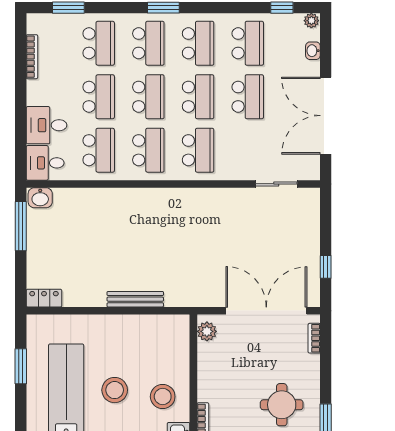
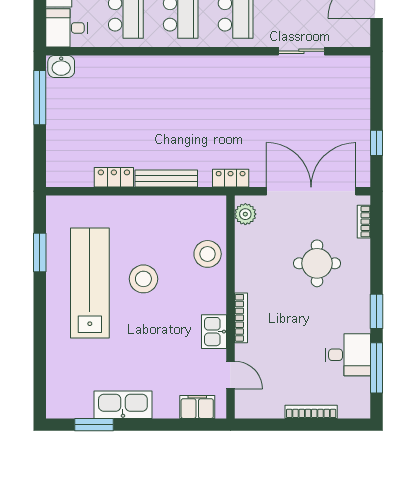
sliding door: (276, 184) -> (301, 51), moved
locker: (44, 298) -> (114, 177), moved
locker: (194, 299) -> (231, 178), added
stool: (163, 397) -> (208, 254), moved
round table: (282, 405) -> (317, 263), moved

